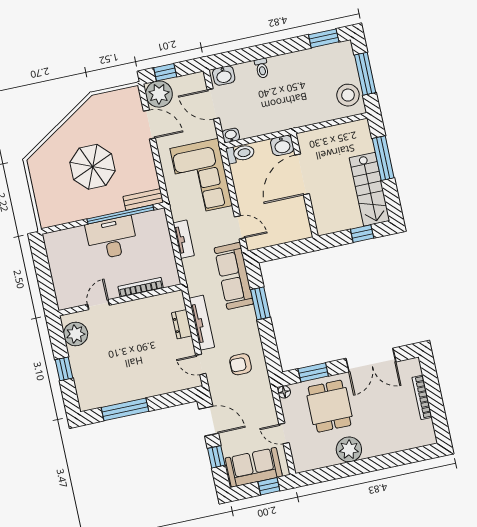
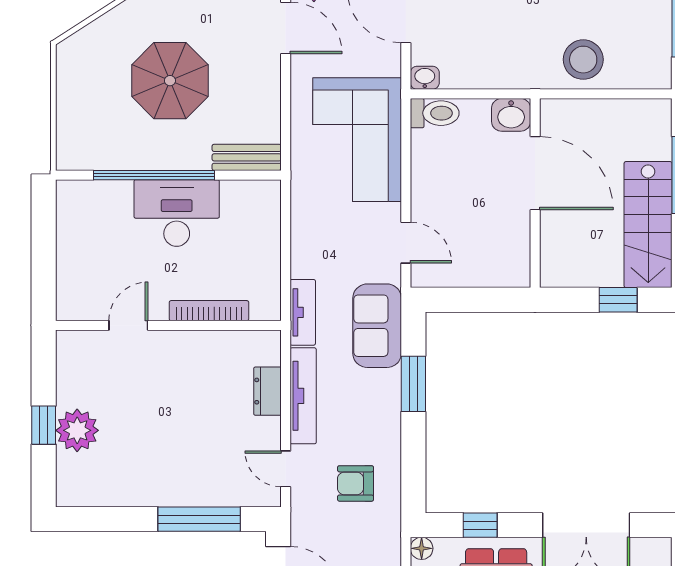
stool: (348, 95) -> (583, 60), moved
door: (302, 174) -> (535, 173), swing flipped
window: (120, 214) -> (154, 175), moved
tv unit: (184, 239) -> (303, 312), moved
sofa: (234, 276) -> (377, 326), width x0.73
plant: (76, 334) -> (77, 430), moved
window: (313, 372) -> (480, 525), width x0.67
window: (125, 409) -> (199, 519), moved

